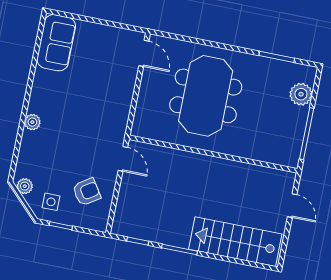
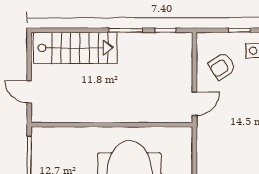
door: (123, 159) -> (194, 104), swing flipped

